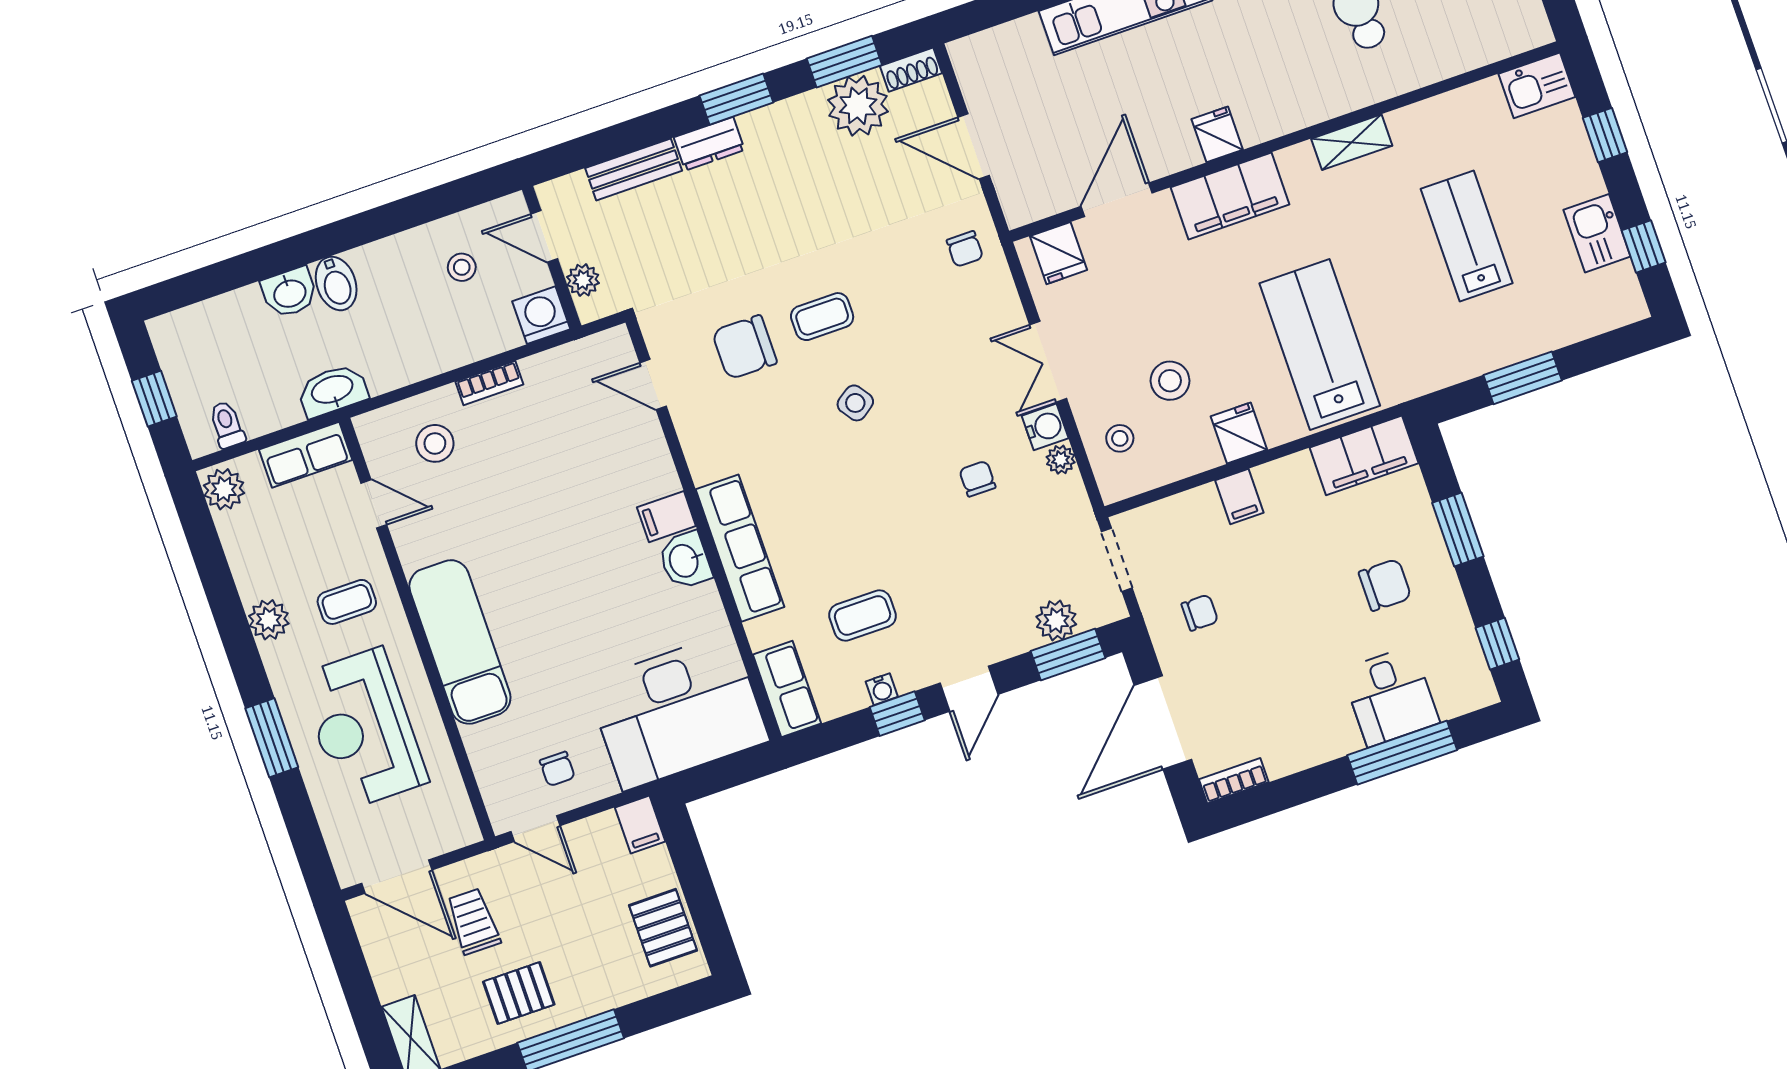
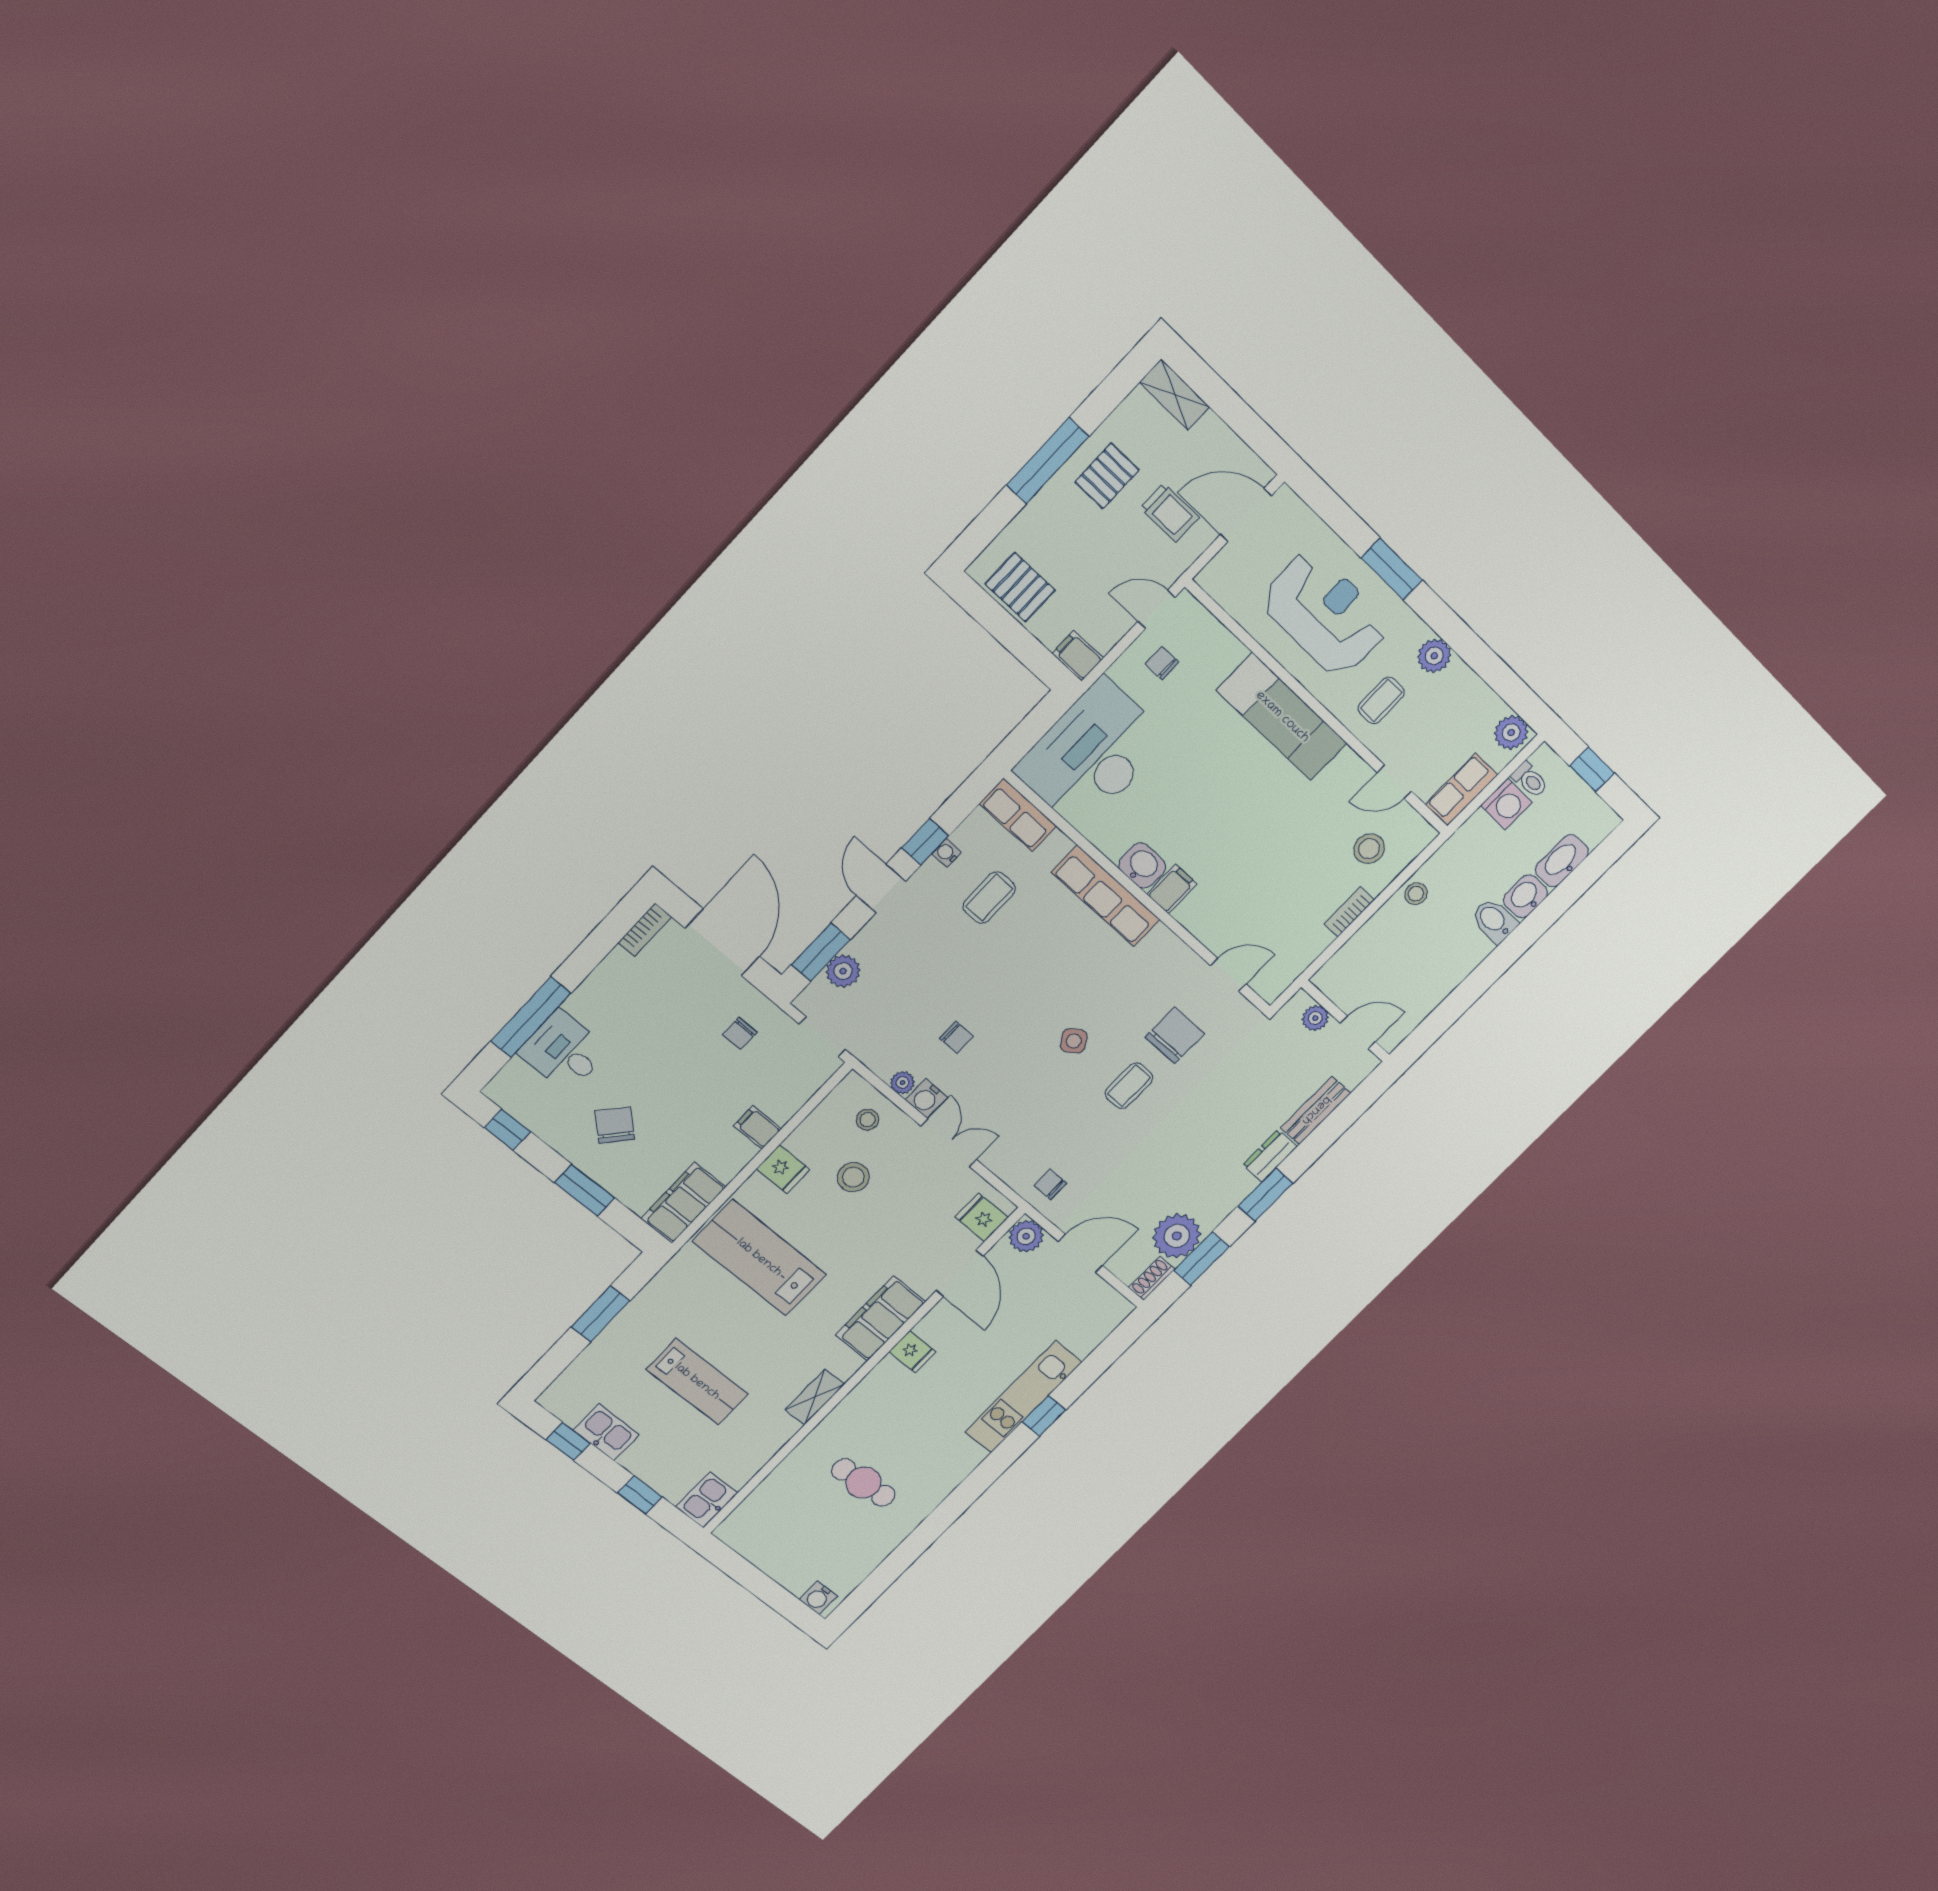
plant: (1022, 202) -> (1026, 1236), added
stool: (462, 267) -> (1416, 894), moved
washing machine: (541, 315) -> (1506, 804), moved
lab bench: (1320, 344) -> (759, 1258), turned 180
washbasin: (333, 390) -> (1562, 861), moved, turned 180
chair: (1385, 585) -> (615, 1125), turned 132

